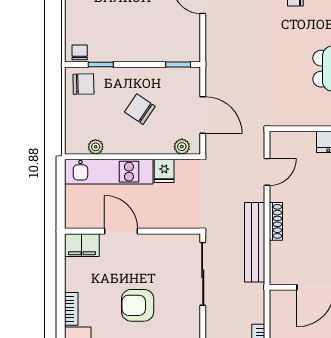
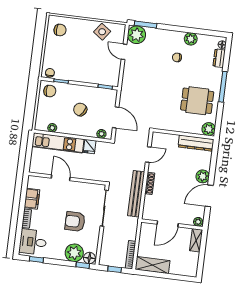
filing cabinet: (82, 245) -> (32, 199), moved, turned -90
armchair: (138, 305) -> (75, 222), moved

